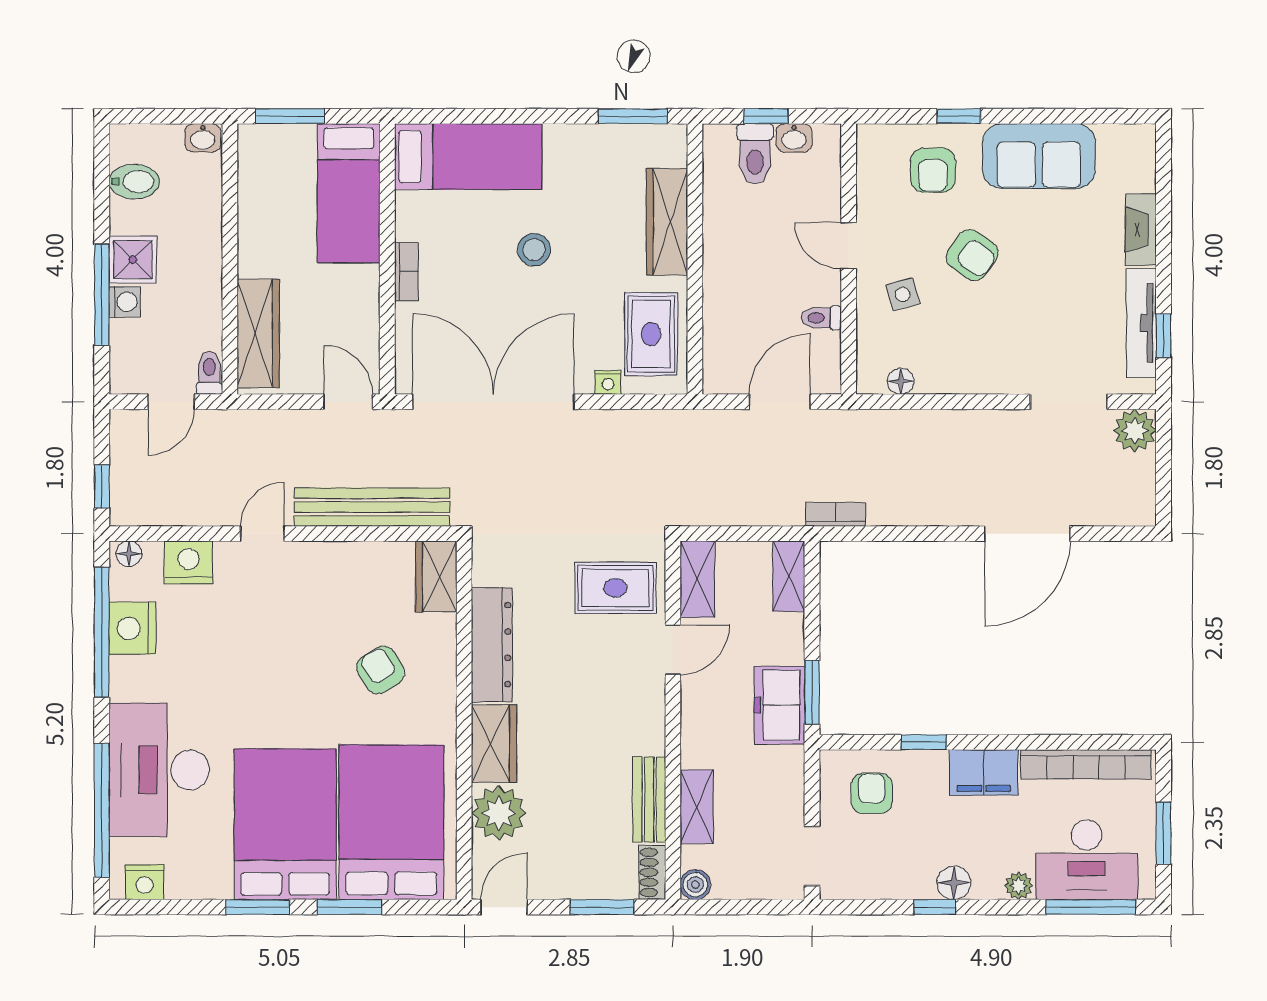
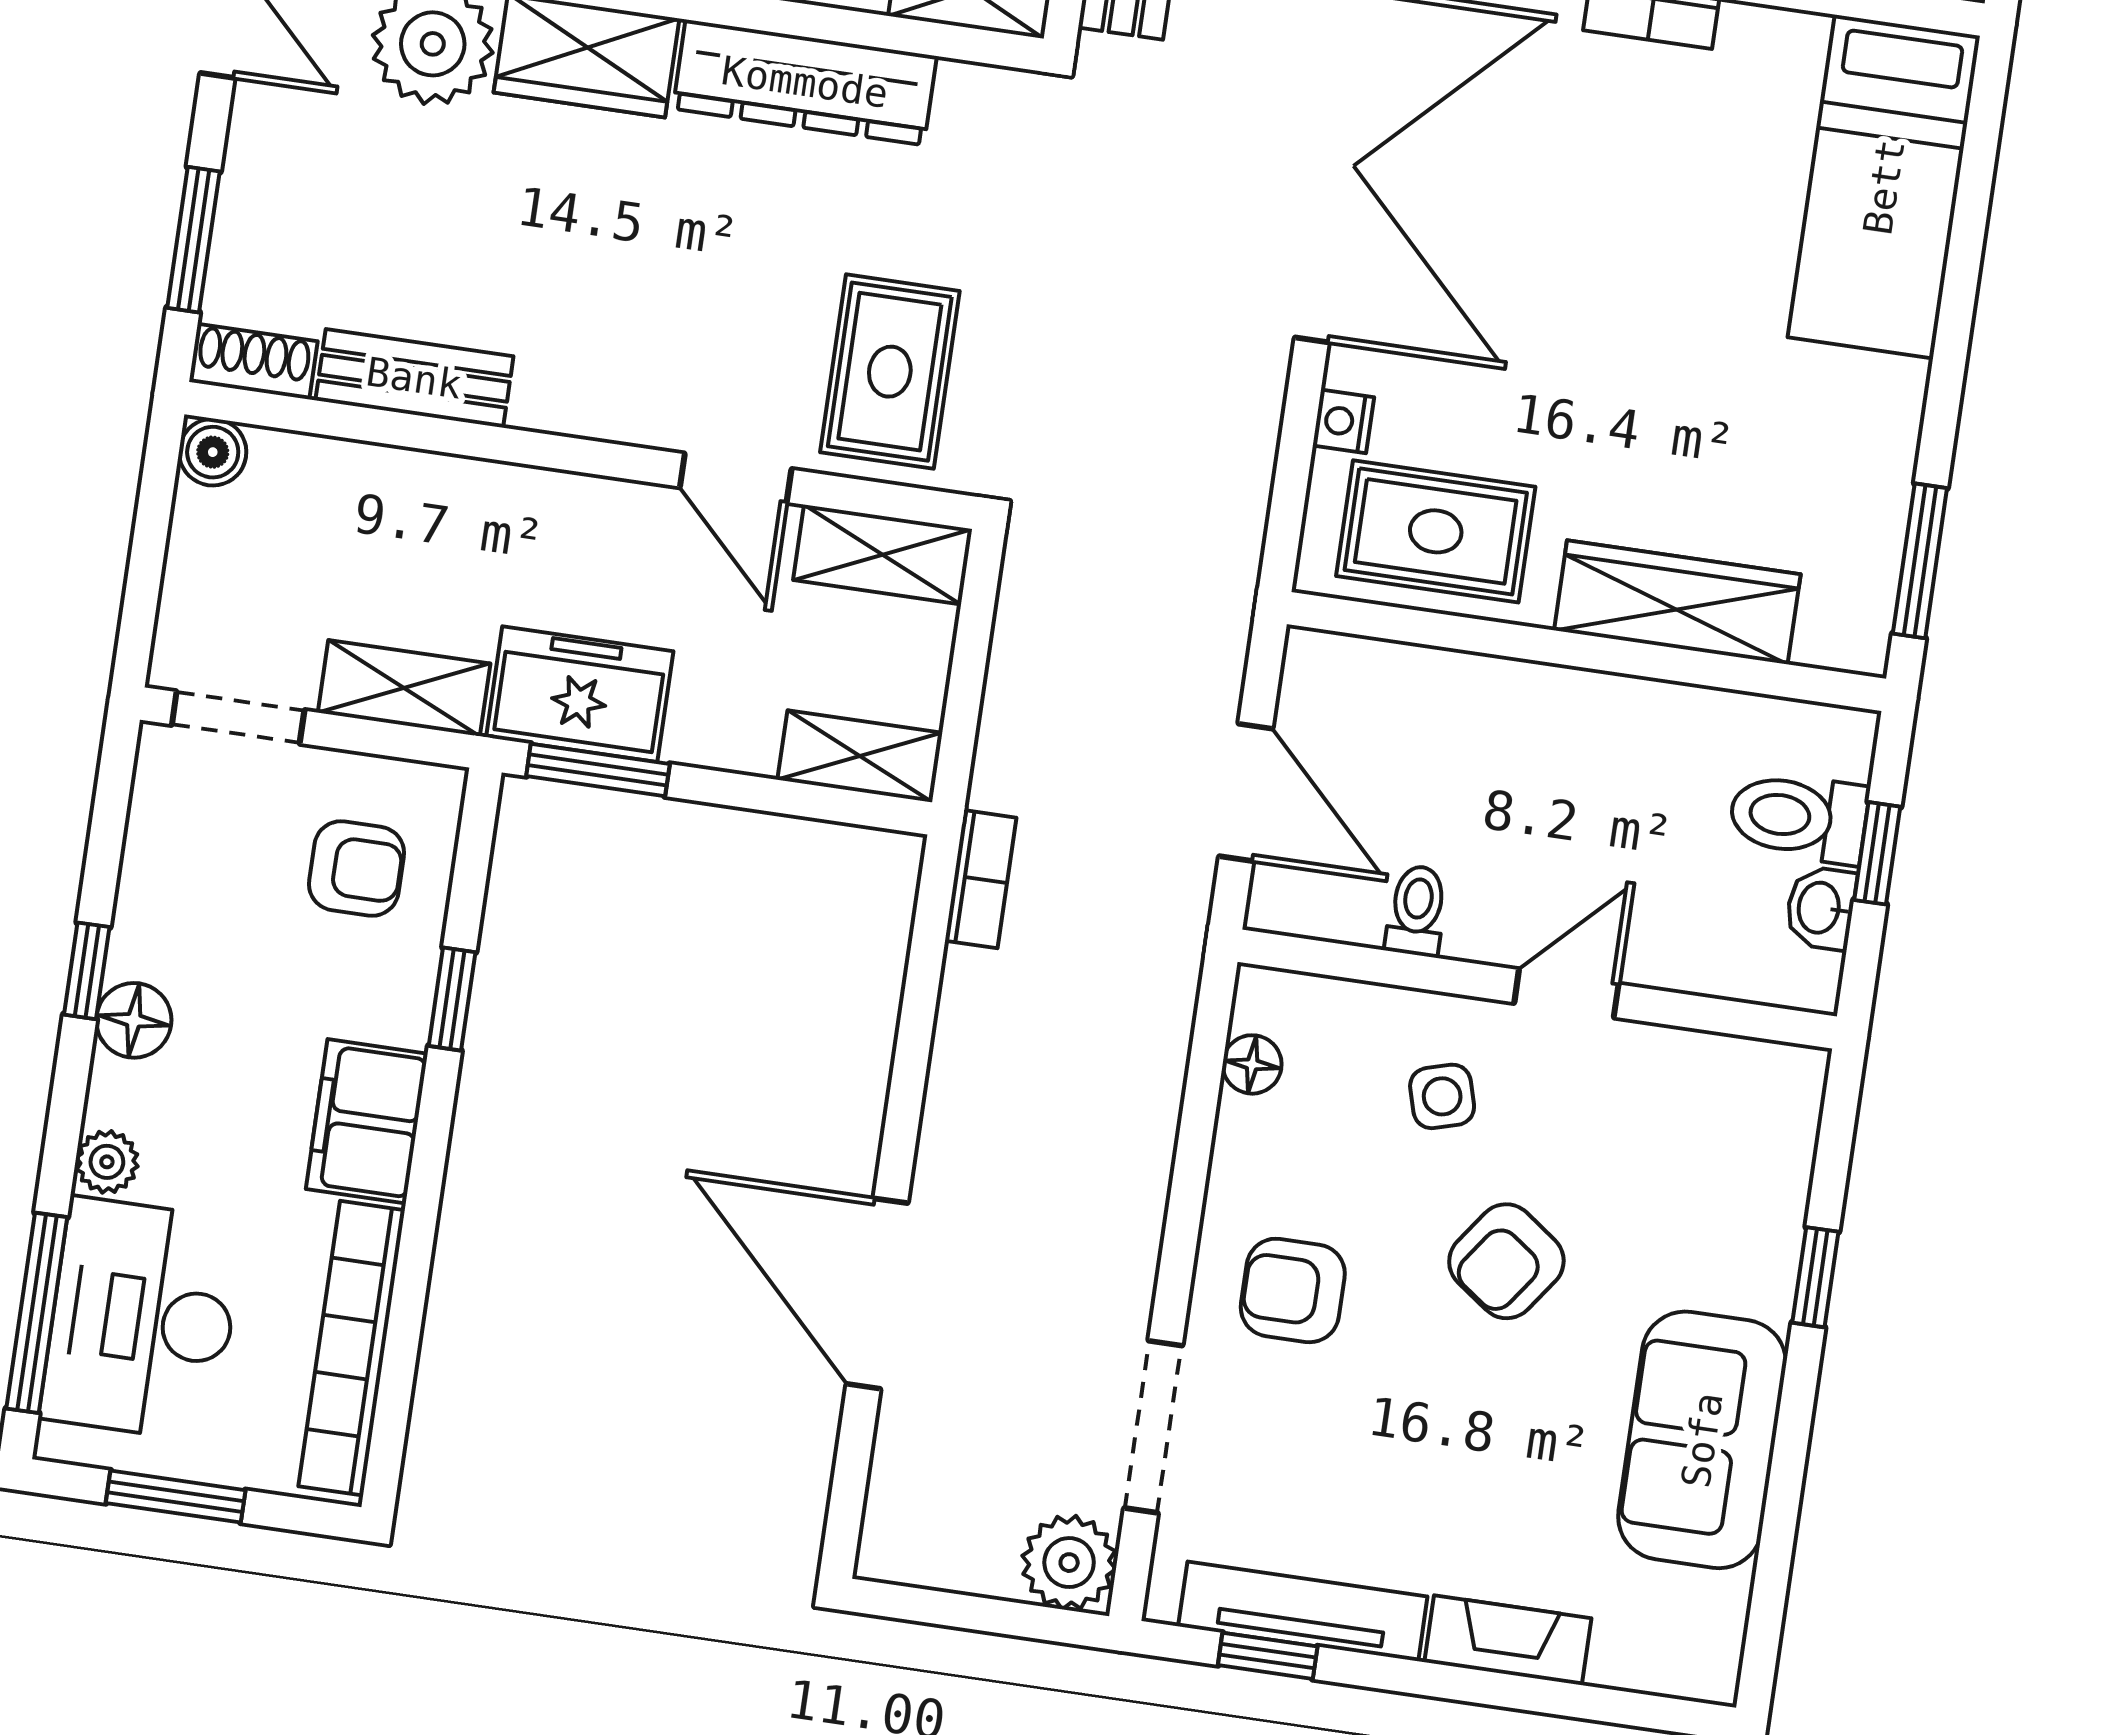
armchair: (933, 170) -> (1293, 1290), moved
stool: (534, 250) -> (1658, 301), removed
shelving: (697, 807) -> (404, 688), moved

